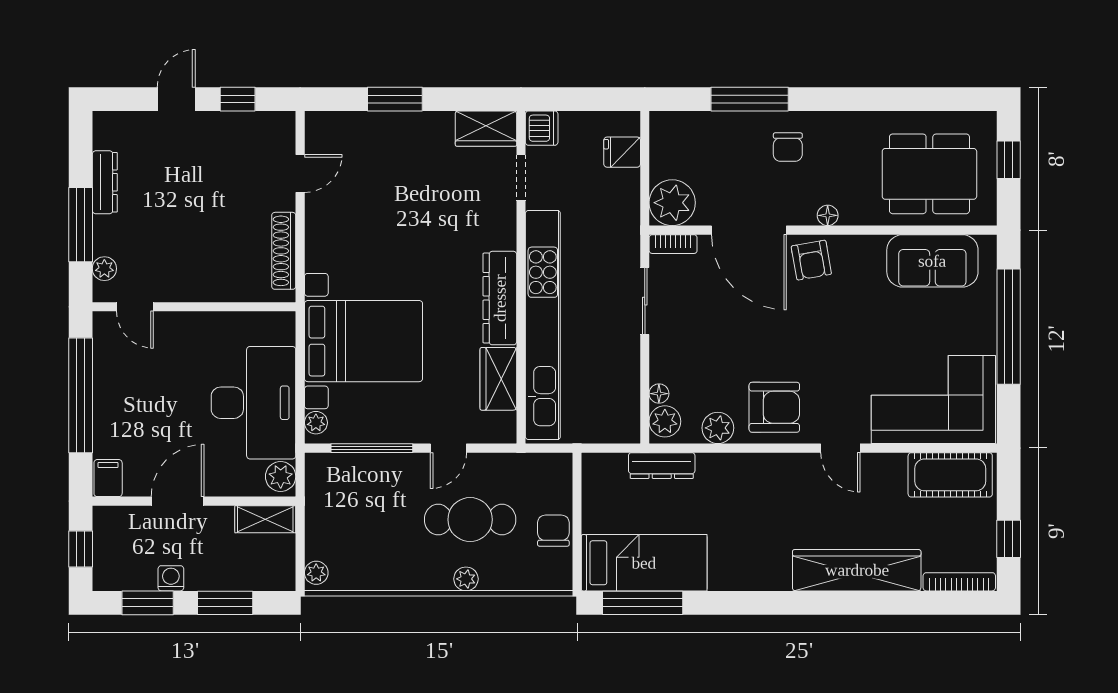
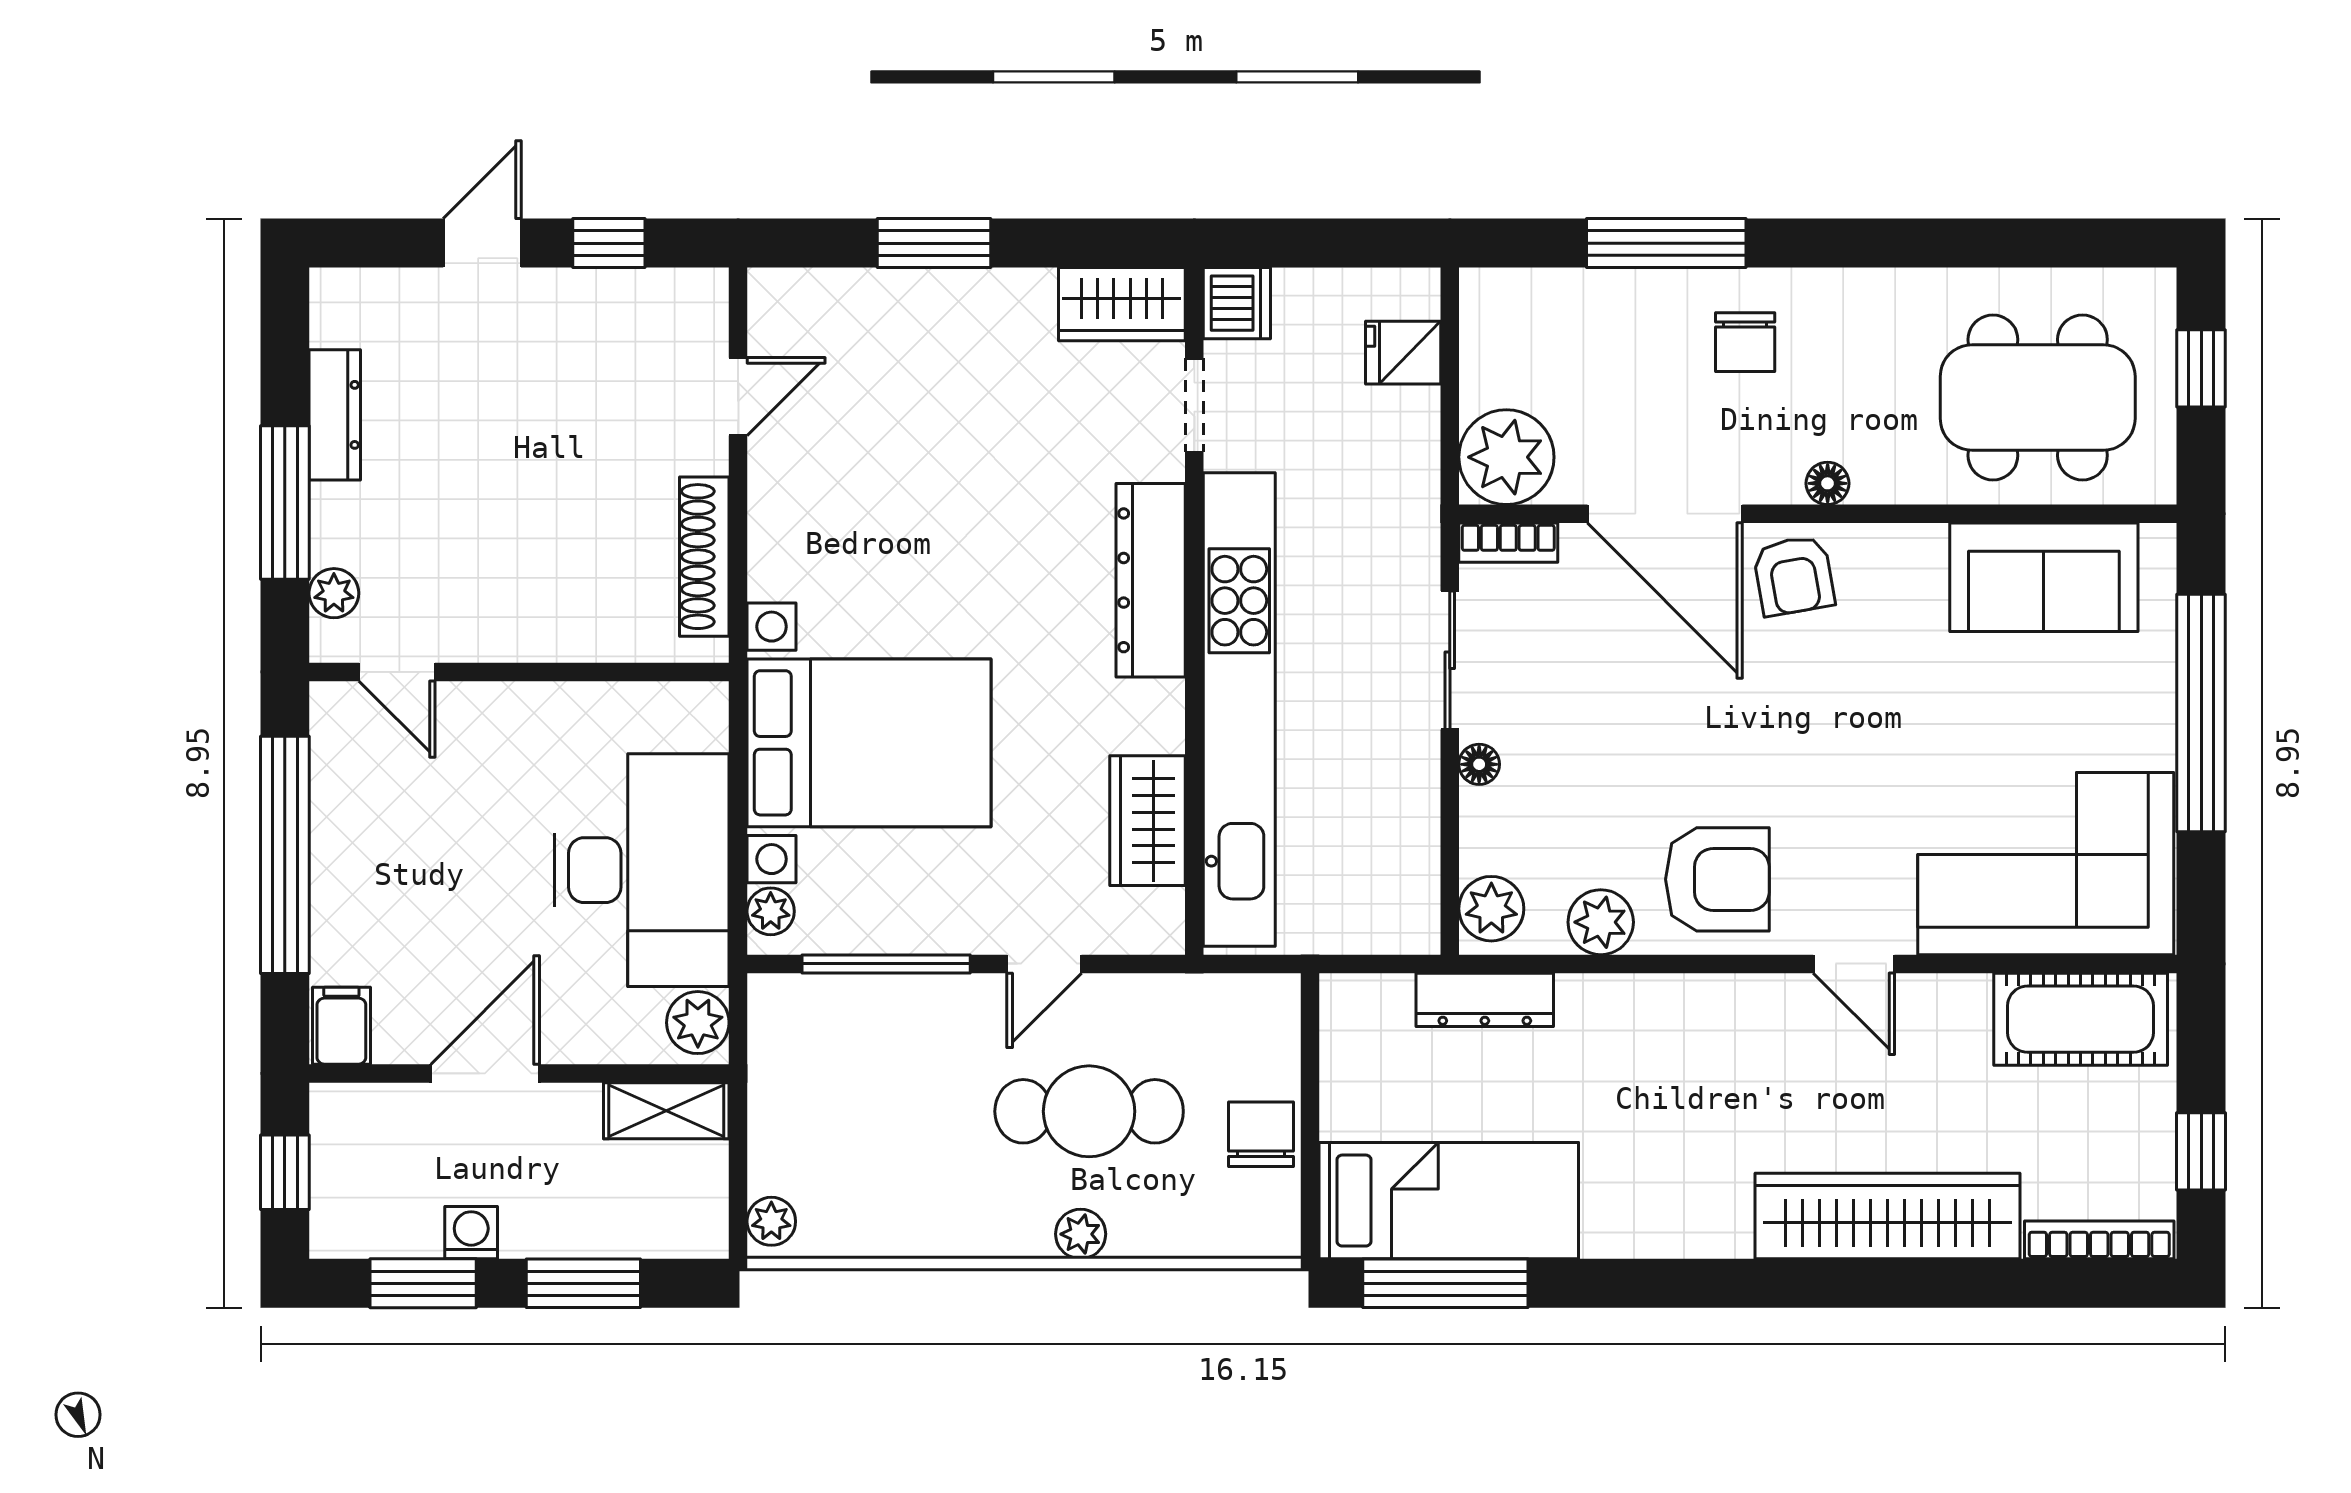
dresser: (500, 298) -> (1151, 580), moved
floor lamp: (659, 394) -> (1479, 764), moved

